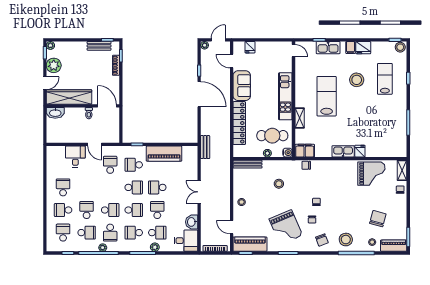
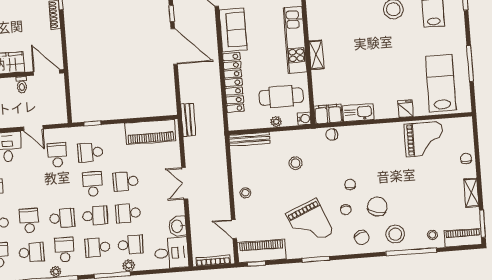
lab bench: (327, 96) -> (441, 83), moved
shelving: (300, 118) -> (316, 55), moved
kitchen sink: (343, 151) -> (358, 113), moved
piano: (164, 154) -> (150, 132), moved
shelving: (402, 170) -> (471, 193), moved
school desk: (134, 187) -> (93, 184), turned -90
school desk: (157, 210) -> (128, 213), turned -90
chair: (378, 219) -> (377, 207), moved
school desk: (110, 233) -> (65, 250), turned 180

